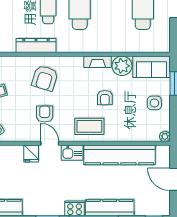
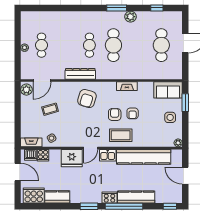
plant: (122, 66) -> (146, 89), removed
armchair: (45, 114) -> (115, 114), moved
door: (50, 143) -> (91, 148), swing flipped
fridge: (31, 154) -> (72, 158), width x1.88, depth x1.34

